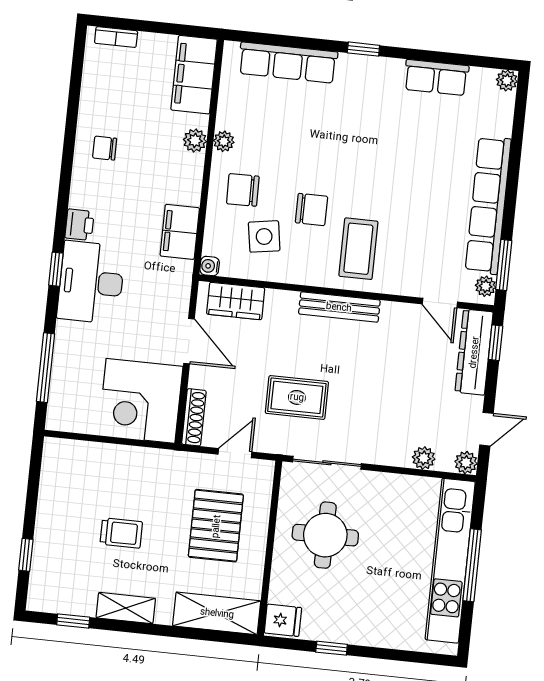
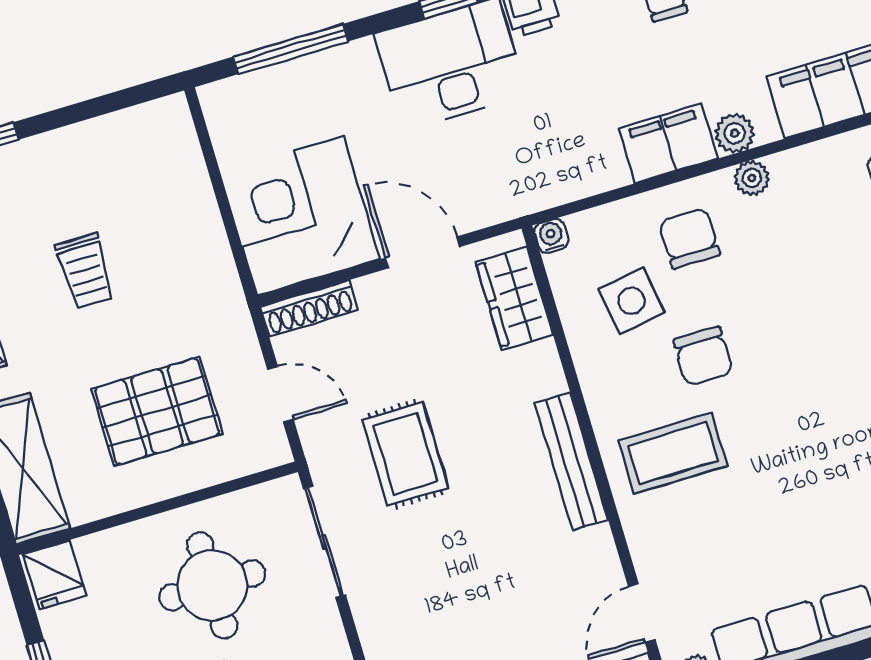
filing cabinet: (180, 232) -> (668, 143), moved
door: (189, 341) -> (423, 252), swing flipped

